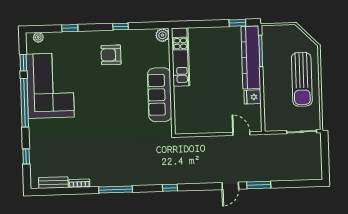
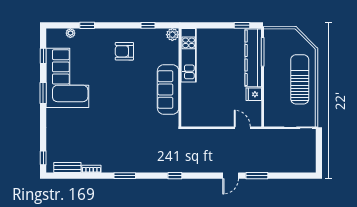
window: (120, 26) -> (148, 25), moved
plant: (38, 37) -> (70, 33), moved
sun lounger: (302, 79) -> (300, 79), turned 180
window: (25, 103) -> (43, 93), width x0.47
window: (26, 156) -> (43, 158), moved
window: (116, 189) -> (125, 176), width x0.69

